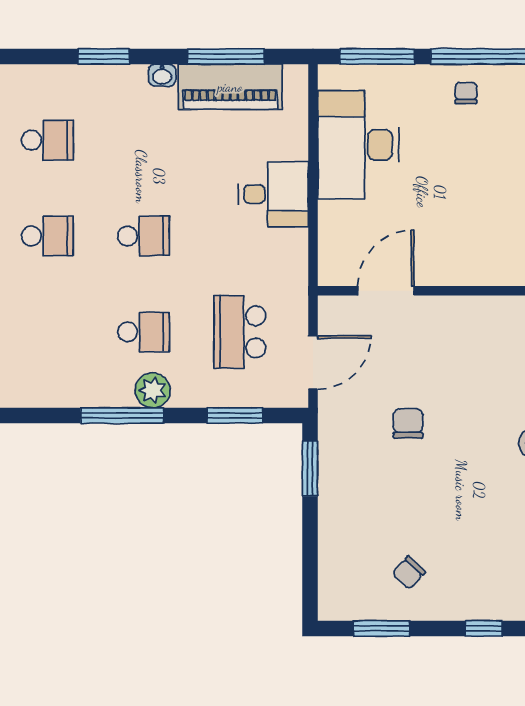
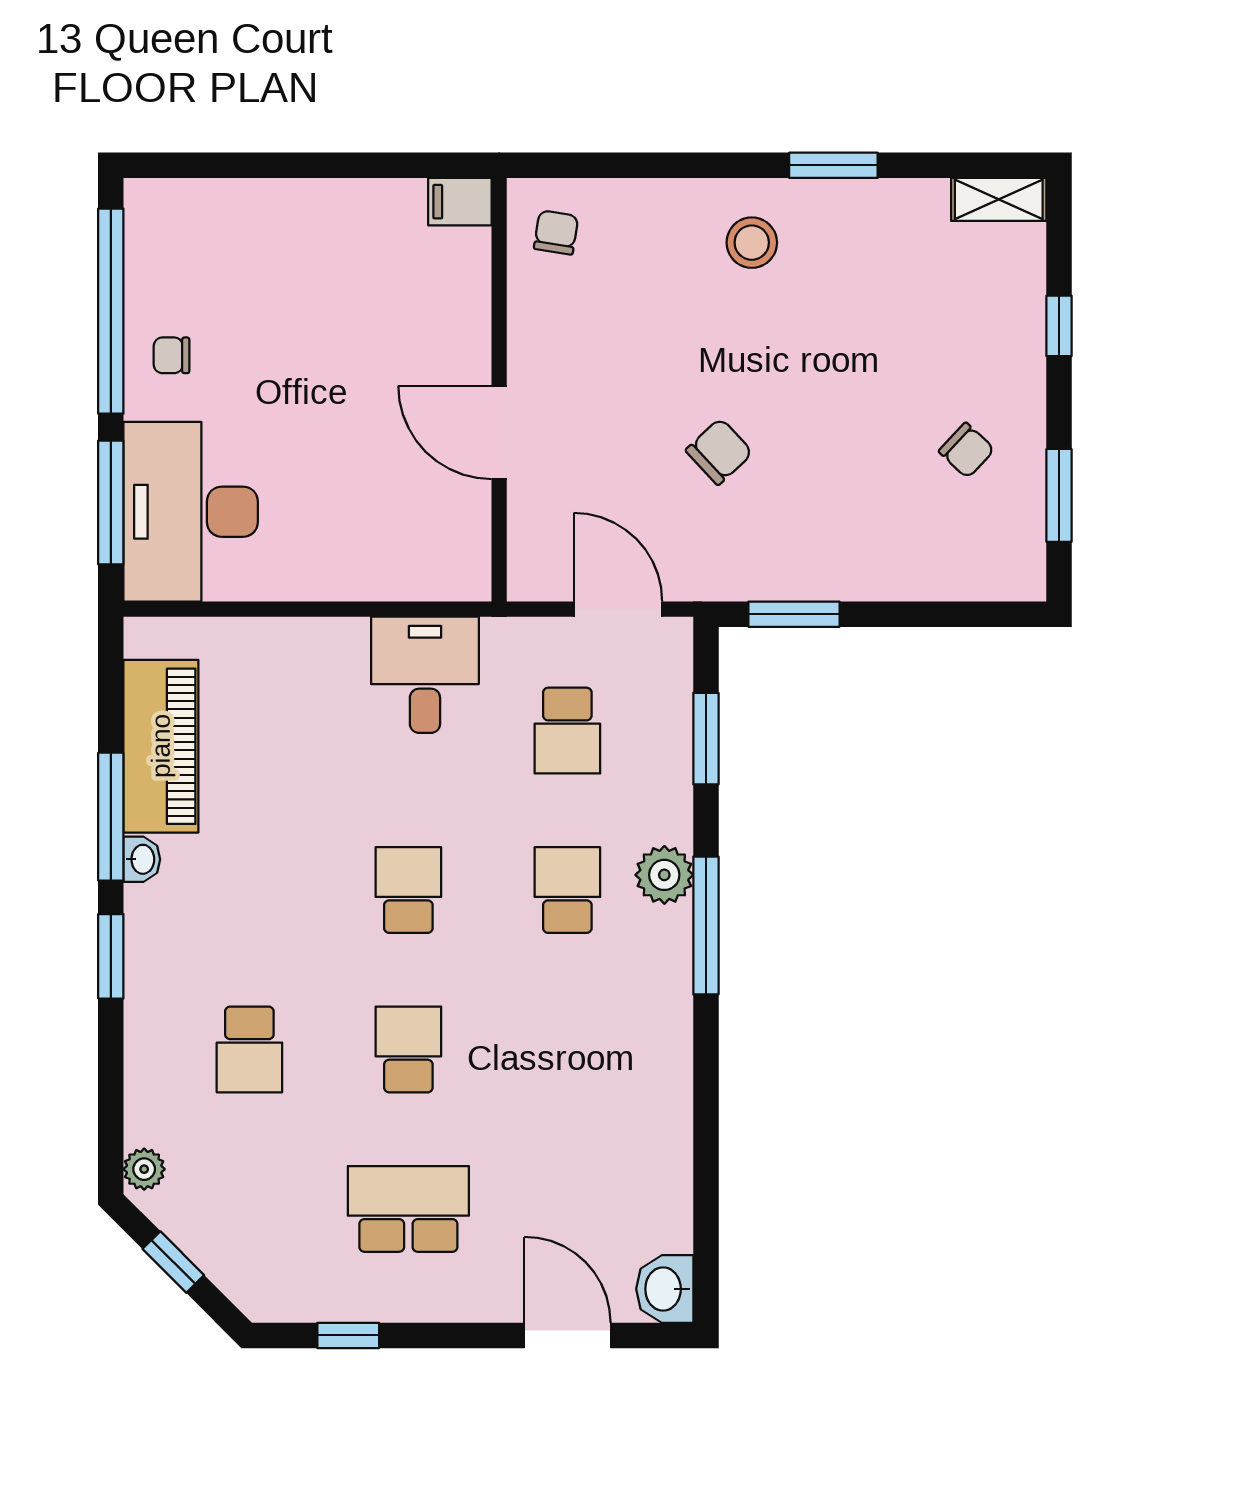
window: (226, 56) -> (111, 817), moved
school desk: (47, 140) -> (249, 1049), turned 180
desk: (358, 145) -> (191, 512), moved, turned 90
desk: (273, 194) -> (425, 675), moved
door: (386, 291) -> (499, 432), moved
school desk: (240, 332) -> (567, 731), width x0.54
chair: (408, 423) -> (719, 452), turned 137

